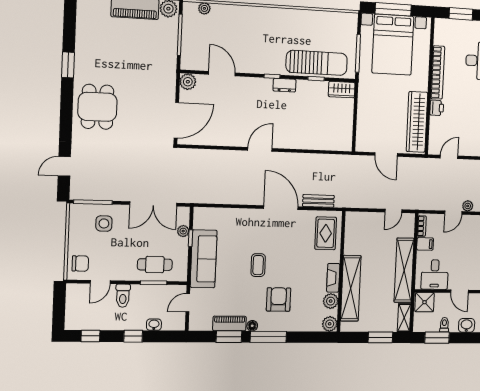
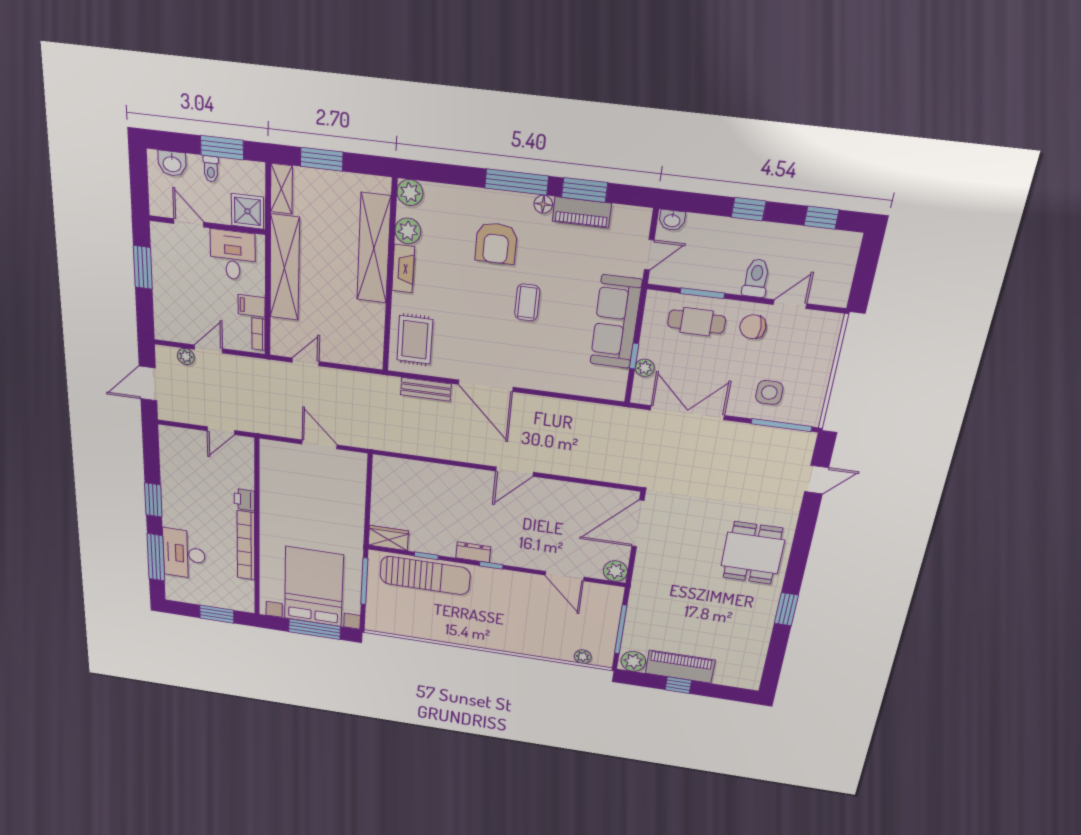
sun lounger: (317, 63) -> (425, 576), turned 180
wardrobe: (417, 122) -> (274, 484), removed
chair: (80, 263) -> (753, 327), moved
washbasin: (154, 325) -> (672, 220), moved

